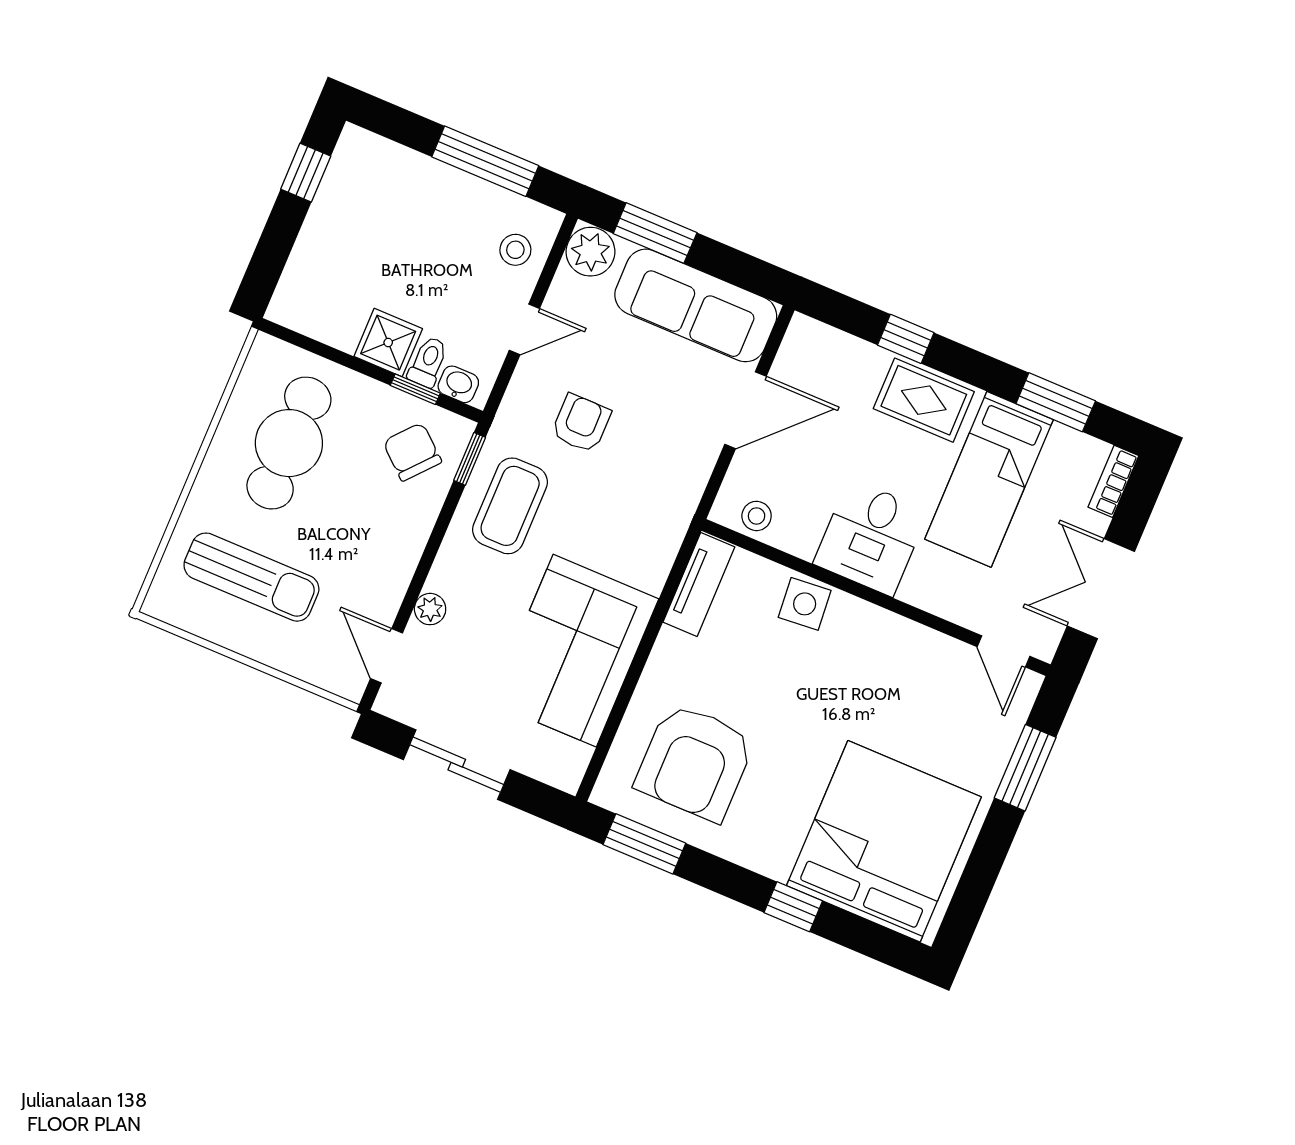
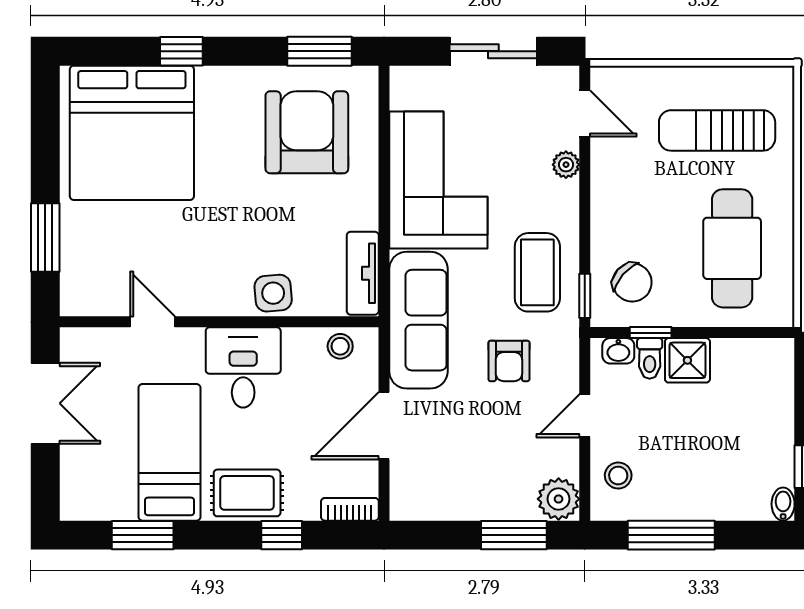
bidet: (351, 144) -> (783, 504), added
sofa: (696, 305) -> (418, 320), moved, turned 90
bookcase: (1113, 481) -> (350, 509), moved, turned -90
door: (1004, 651) -> (153, 322), moved

